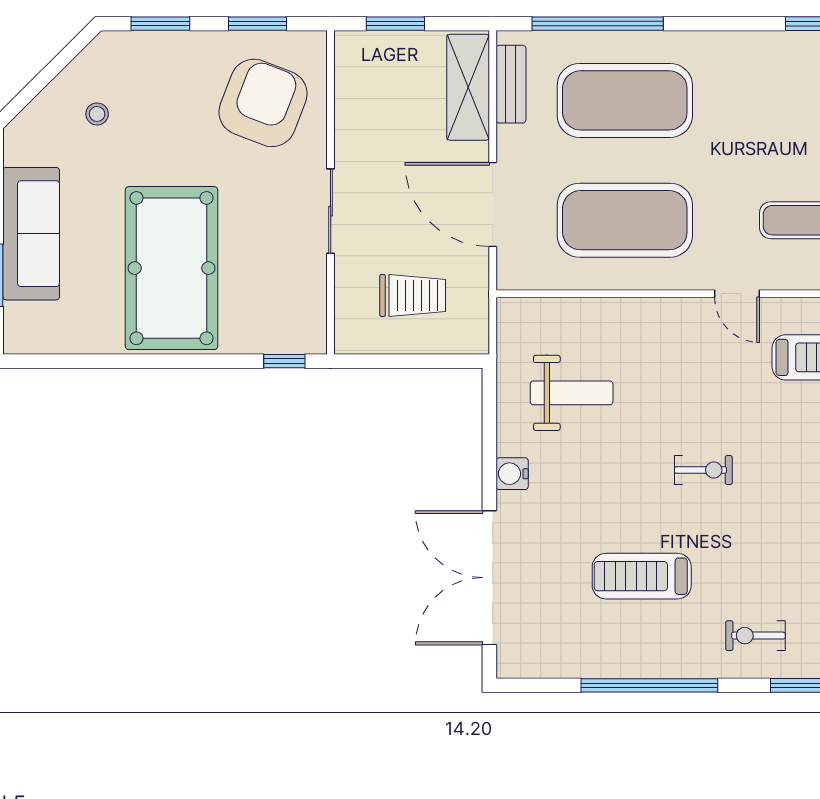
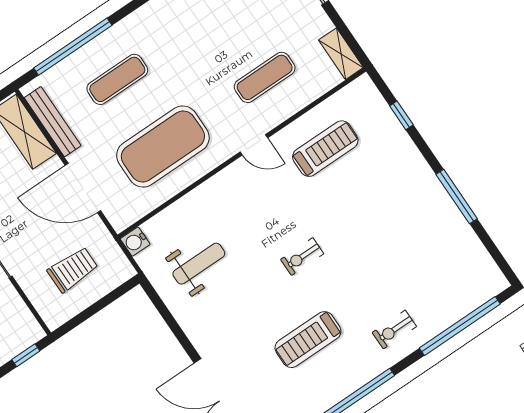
bench: (511, 84) -> (53, 122), width x1.36
exercise mat: (625, 100) -> (117, 79), width x0.50, depth x0.69
exercise bike: (703, 470) -> (302, 257), turned 180
water cooler: (512, 474) -> (135, 242), moved

